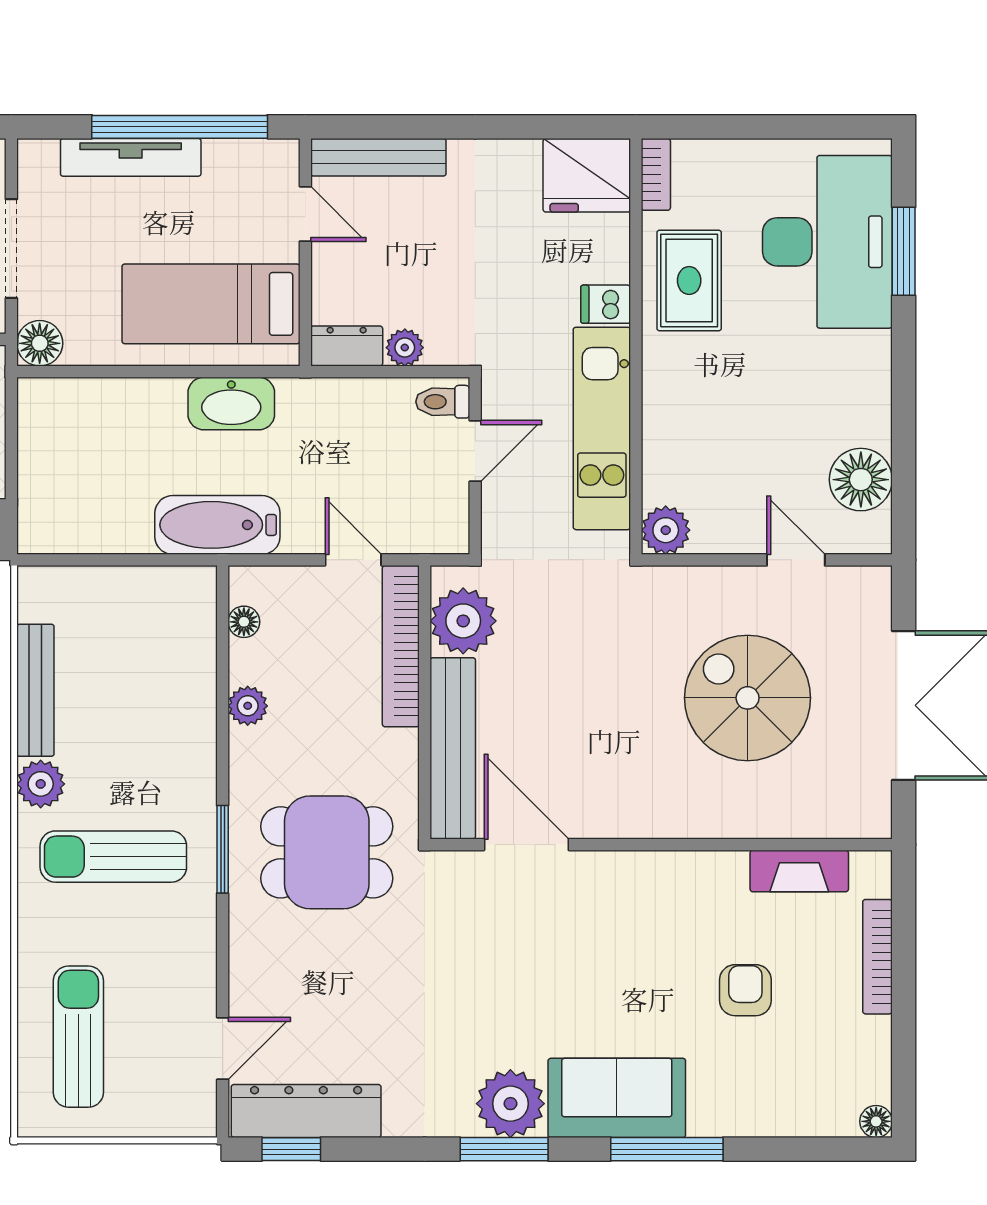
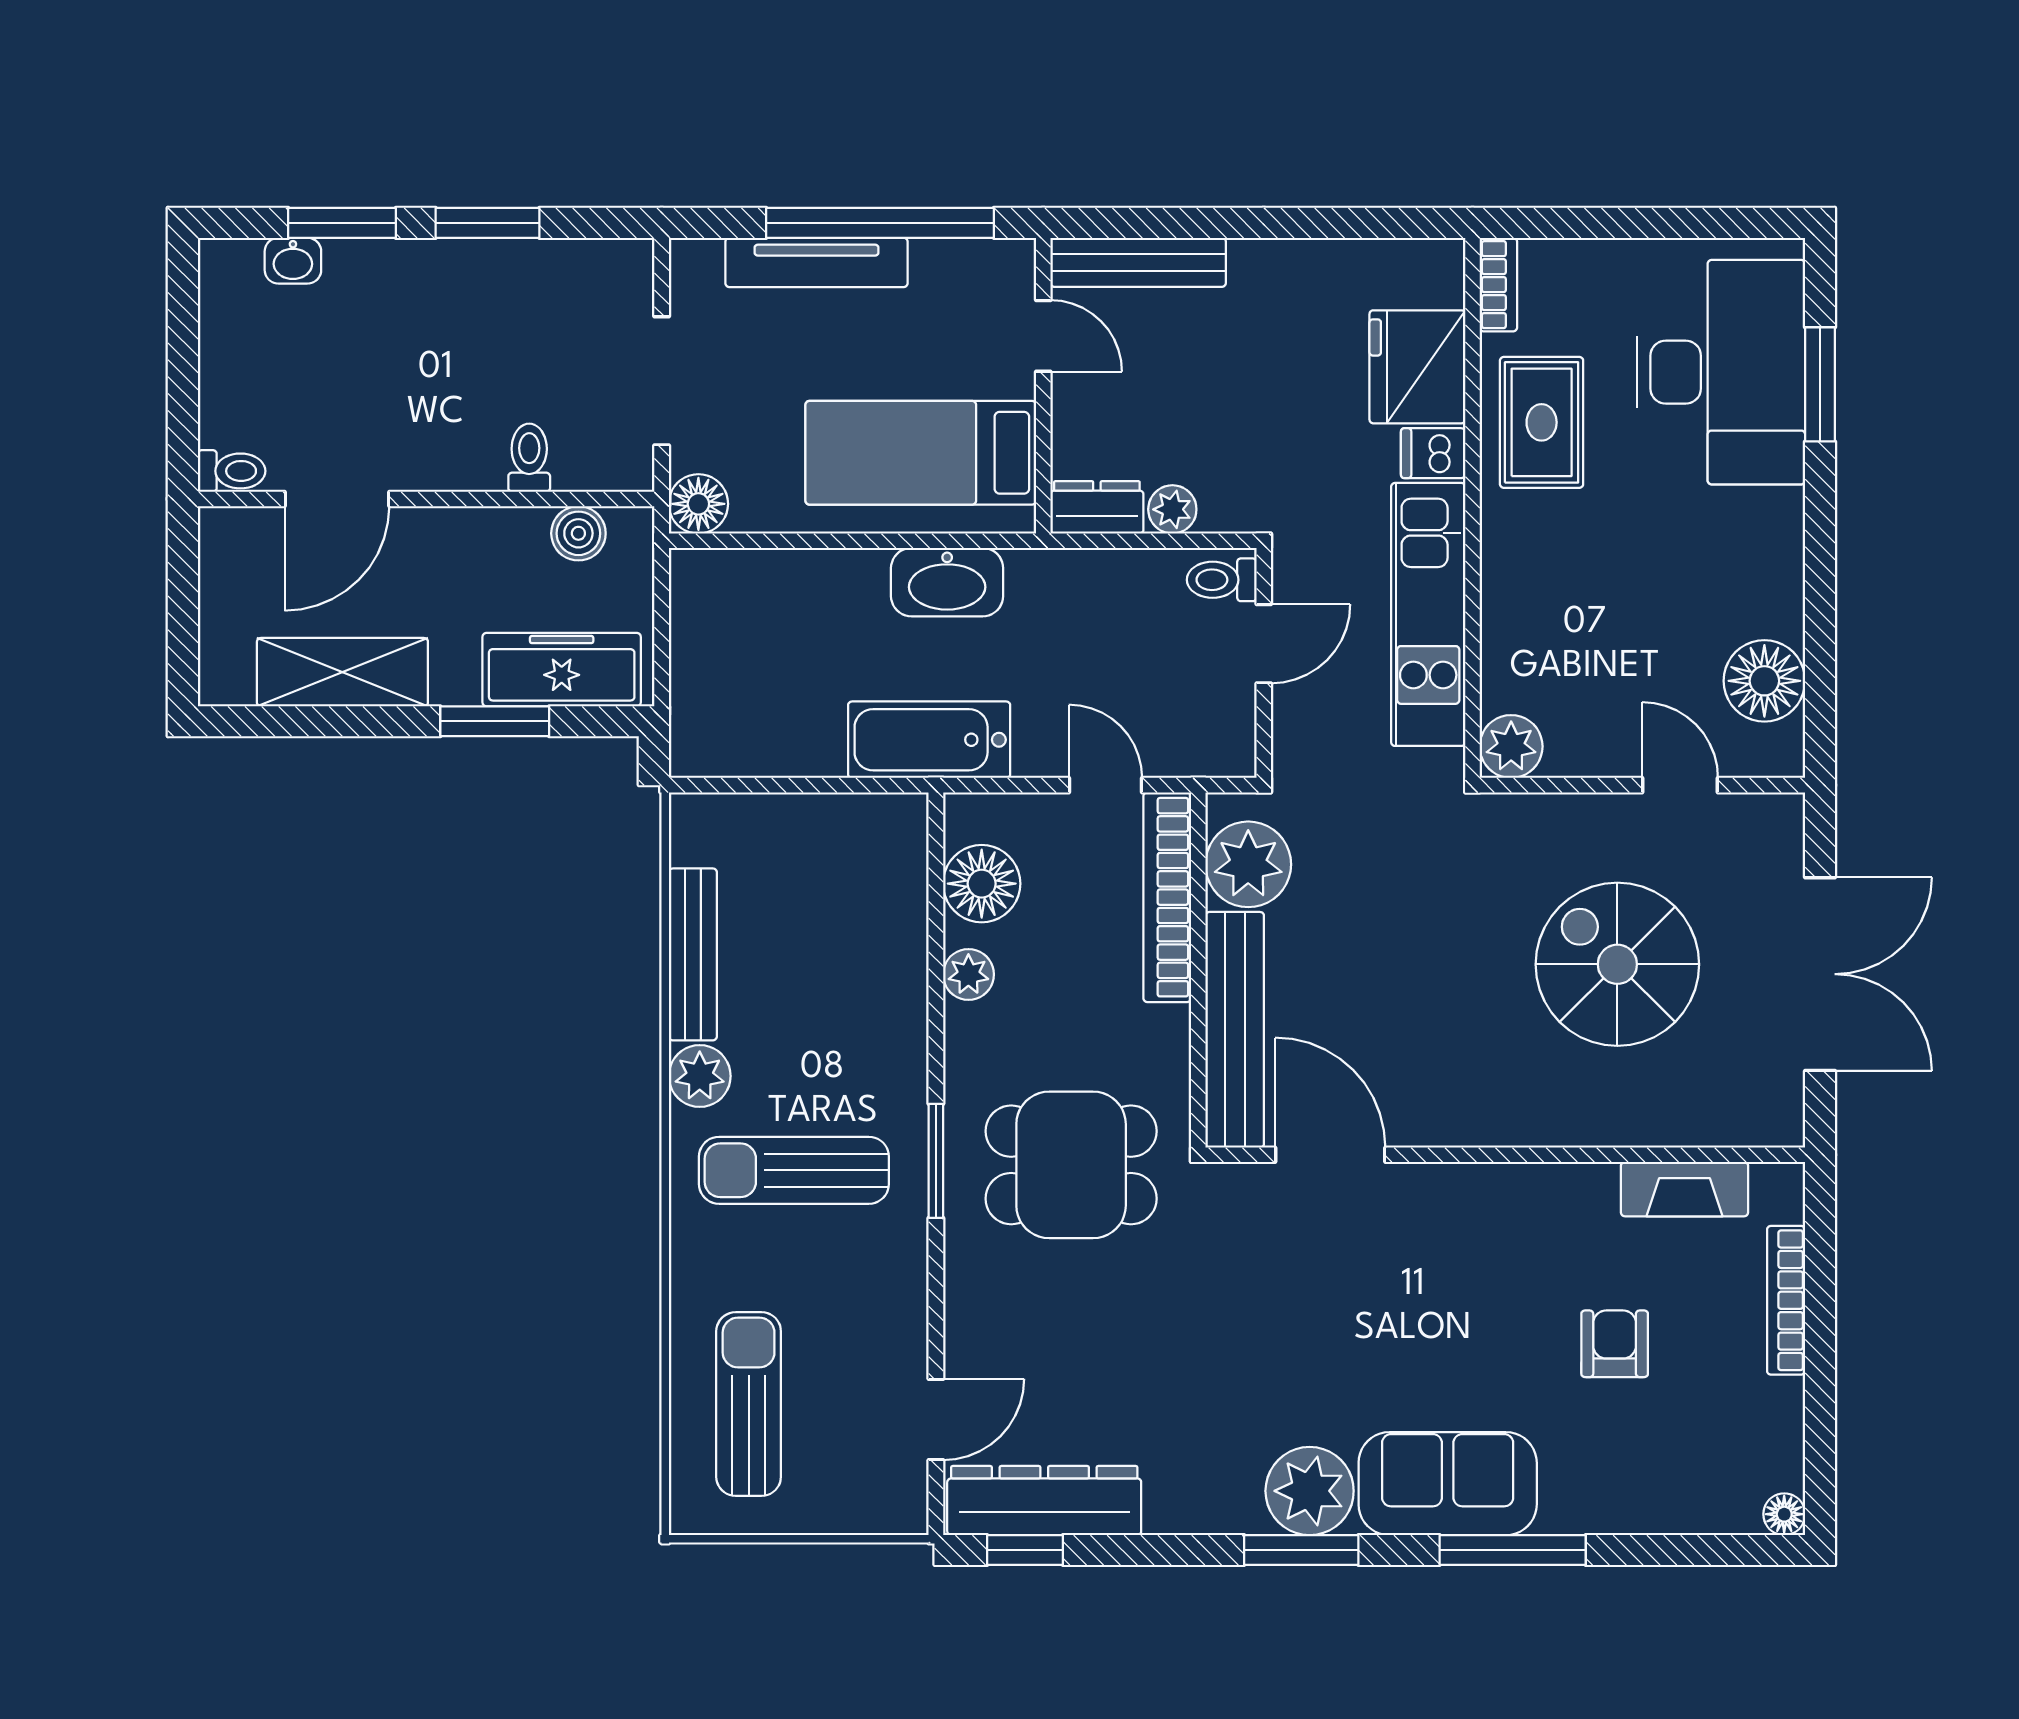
fridge: (587, 175) -> (1417, 367), moved, turned 90
floor lamp: (244, 622) -> (982, 884), width x1.89, depth x1.89

